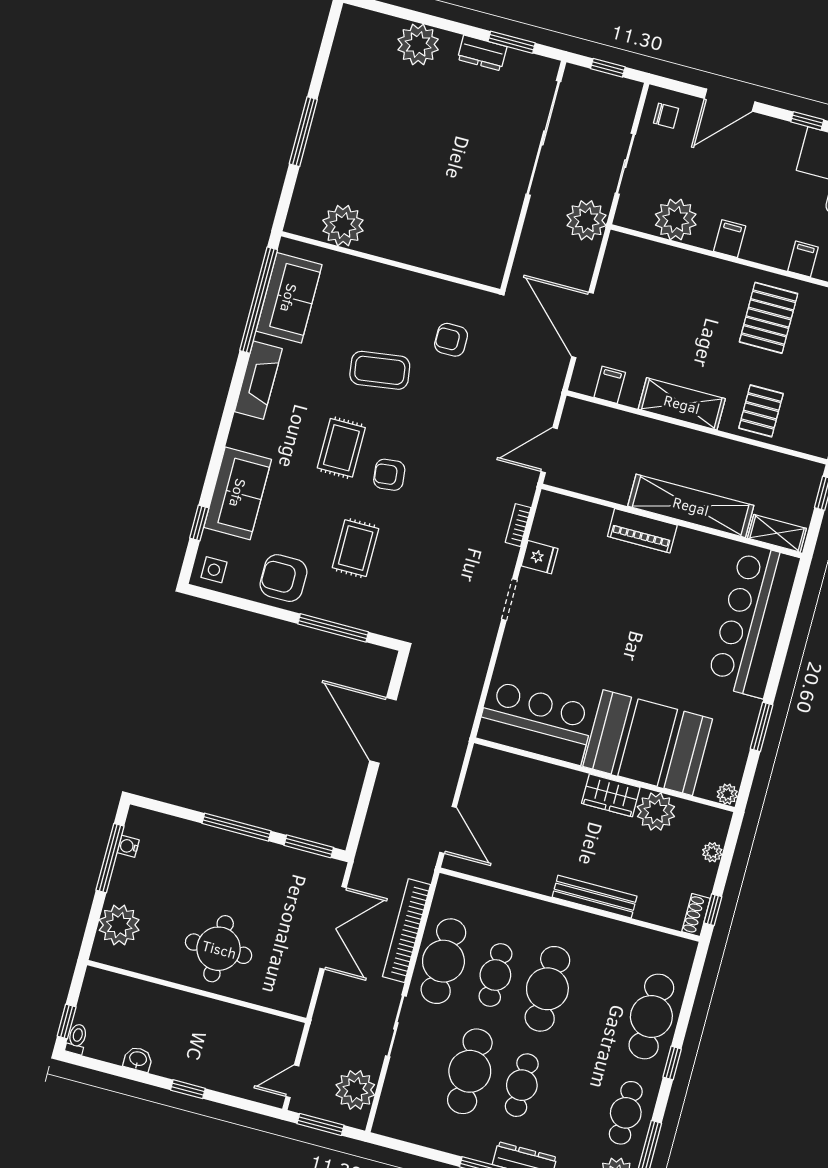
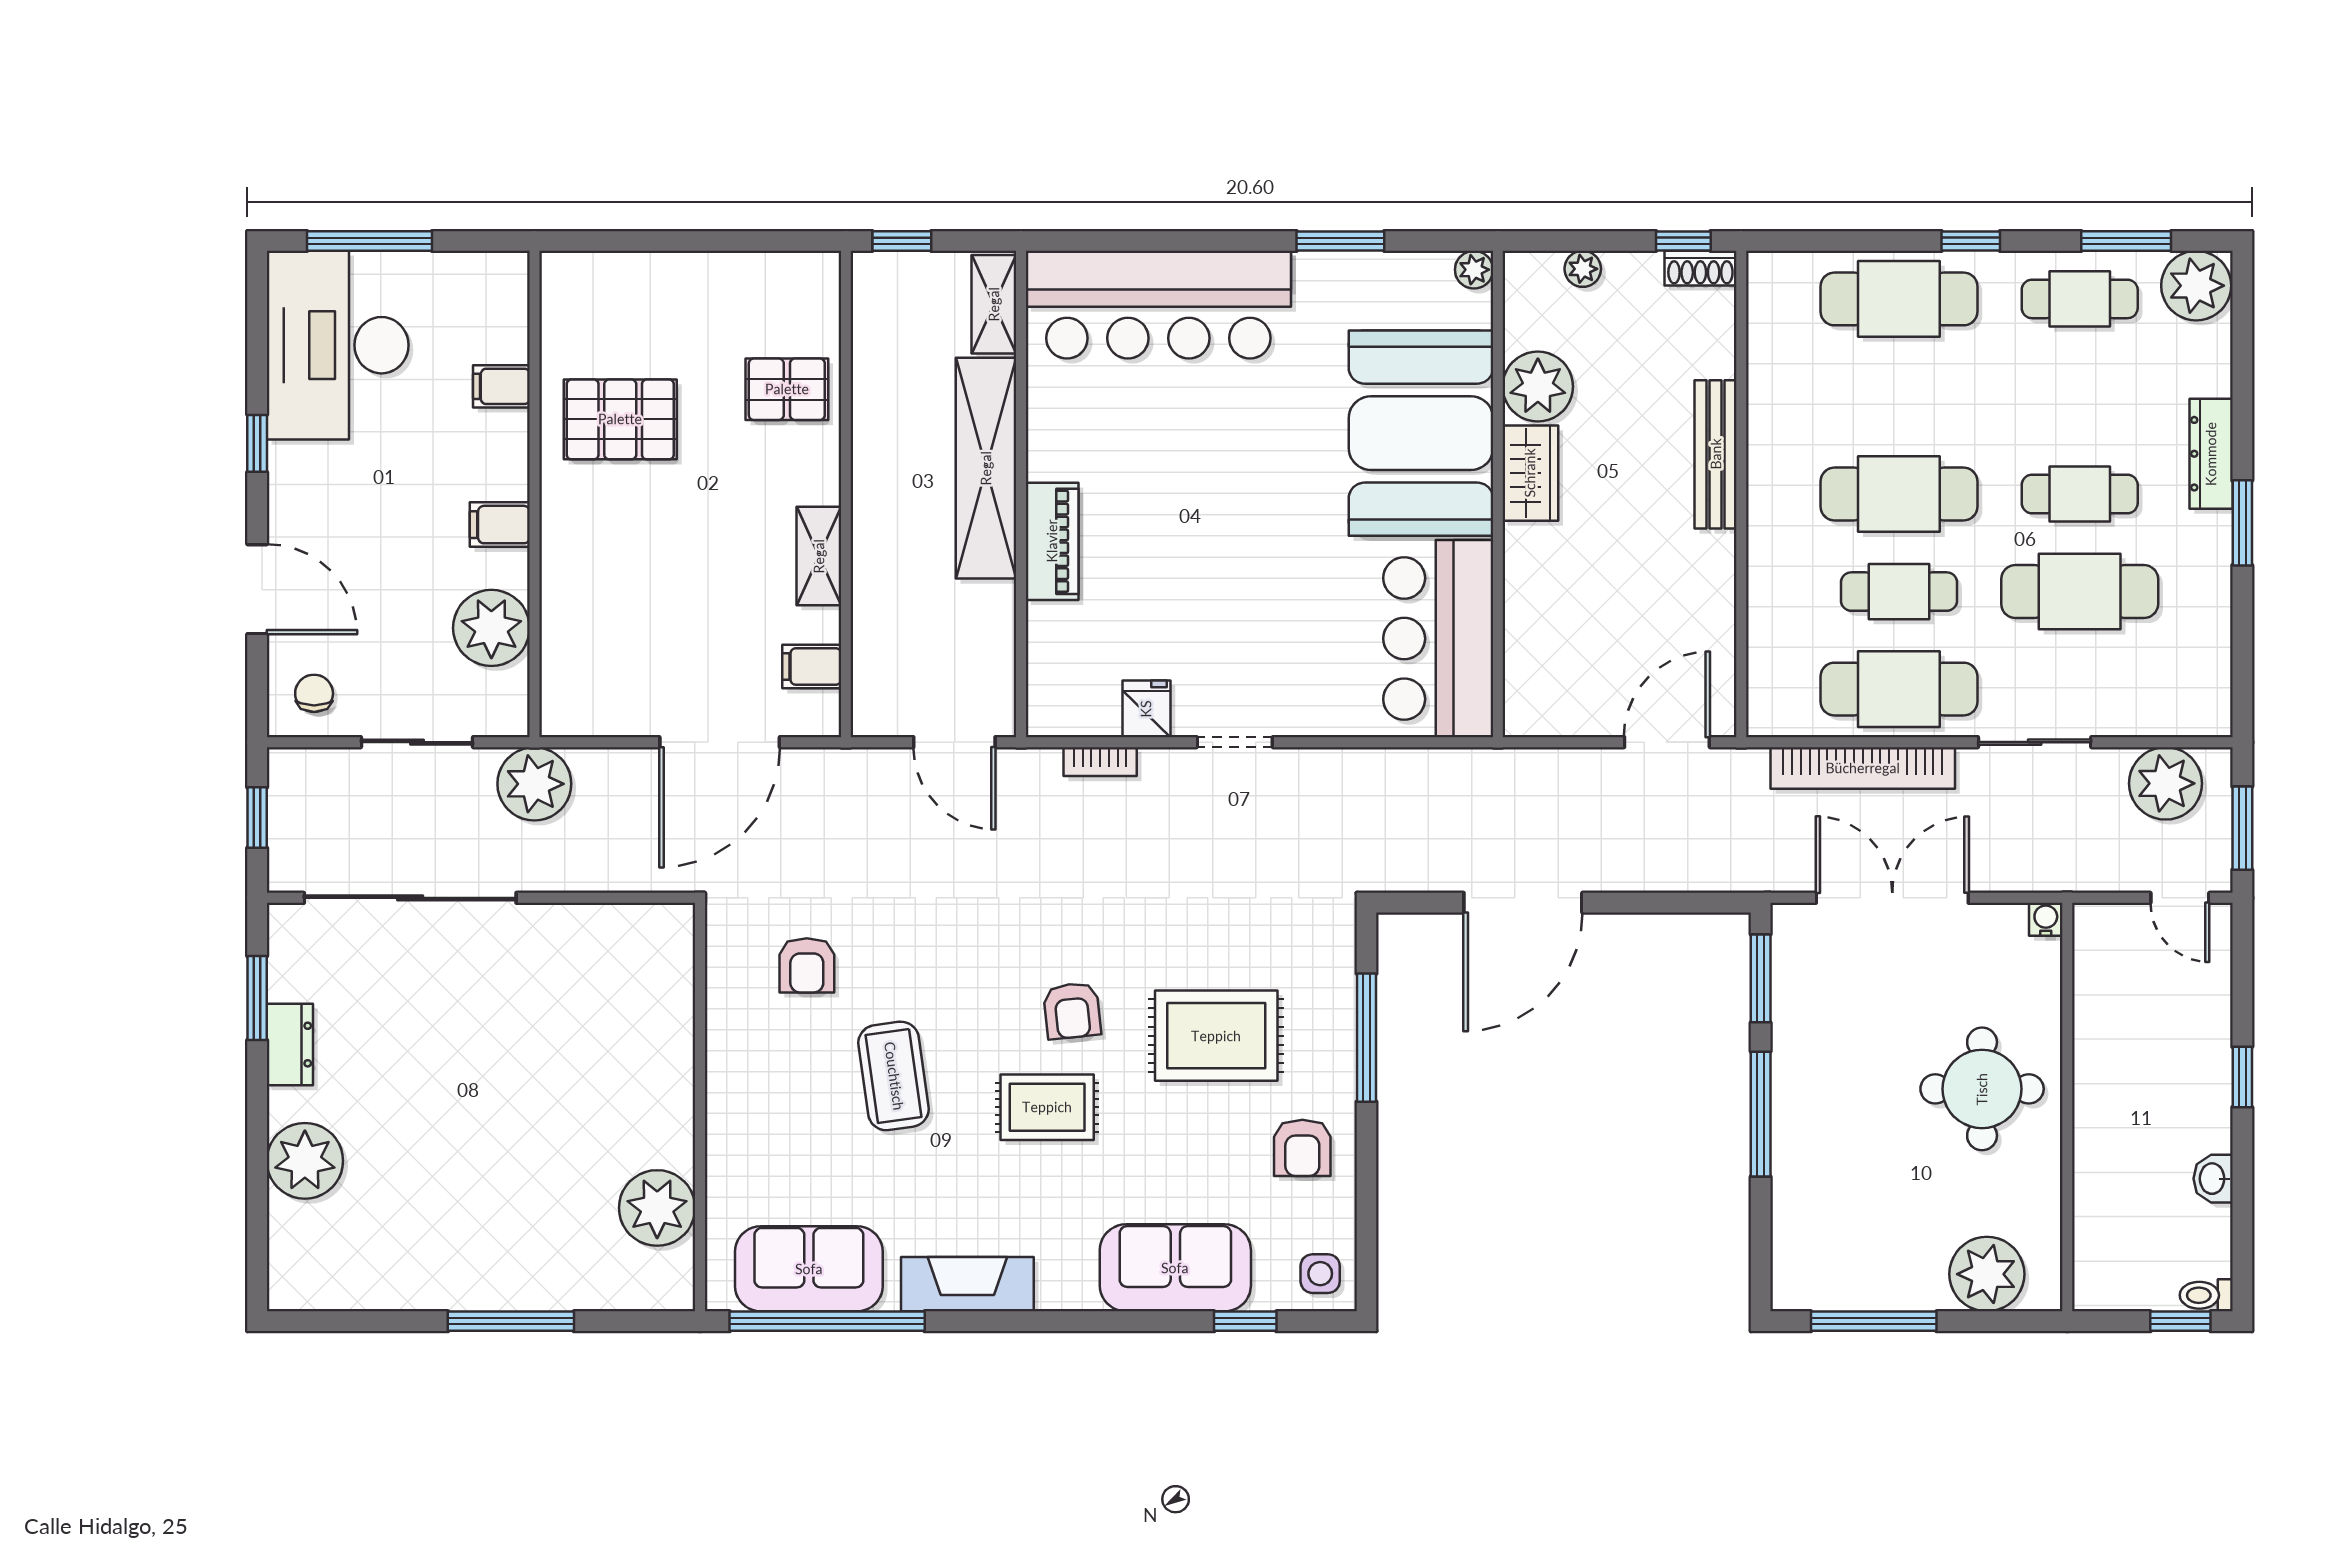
shelving: (682, 404) -> (819, 556), width x0.67, depth x0.75
rug: (356, 548) -> (1216, 1036), width x1.36, depth x1.43
armchair: (284, 578) -> (1302, 1148), width x0.72, depth x0.72
water cooler: (128, 846) -> (2046, 919), moved, turned 180

